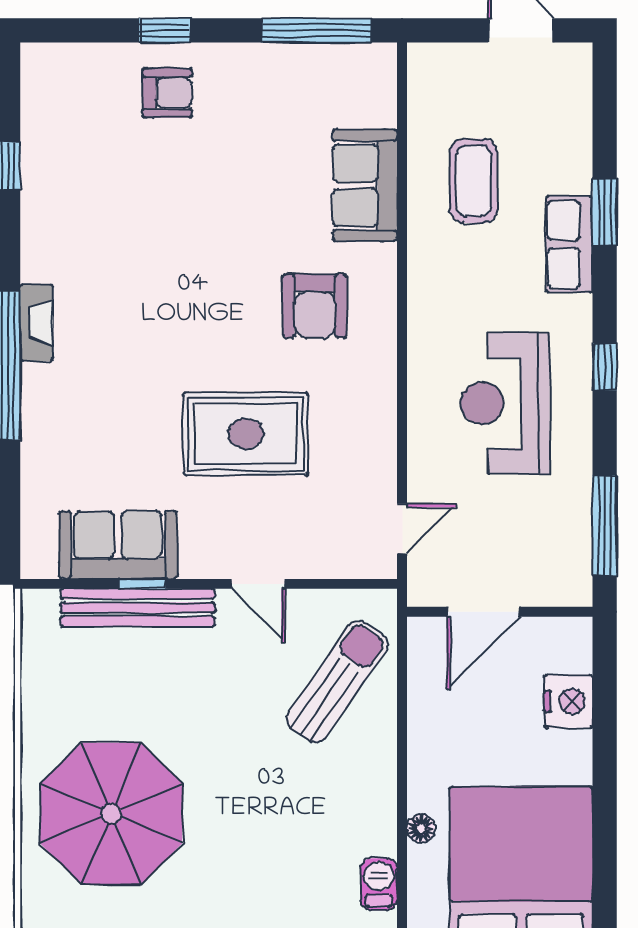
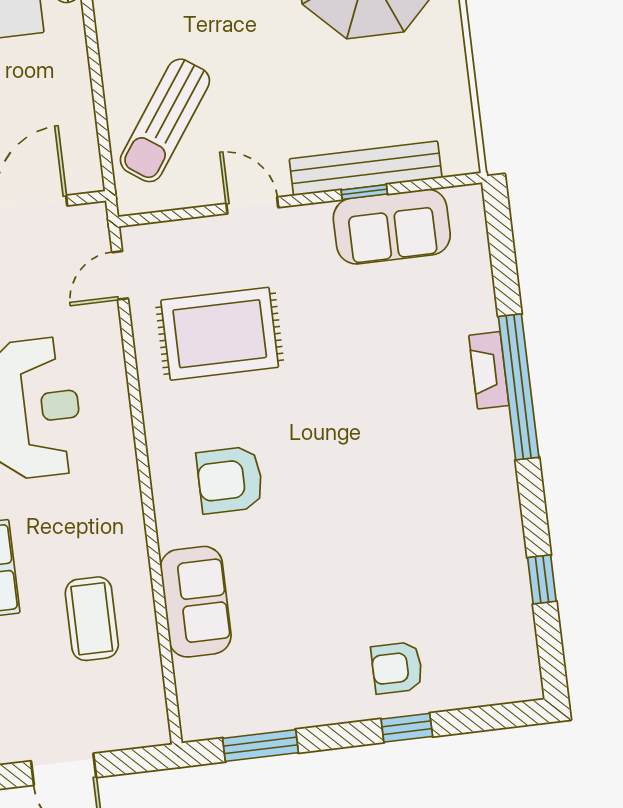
window: (317, 30) -> (260, 745), width x0.69
armchair: (315, 306) -> (230, 480), turned -90
fireplace: (36, 323) -> (489, 370), moved
rug: (246, 434) -> (220, 334), moved

